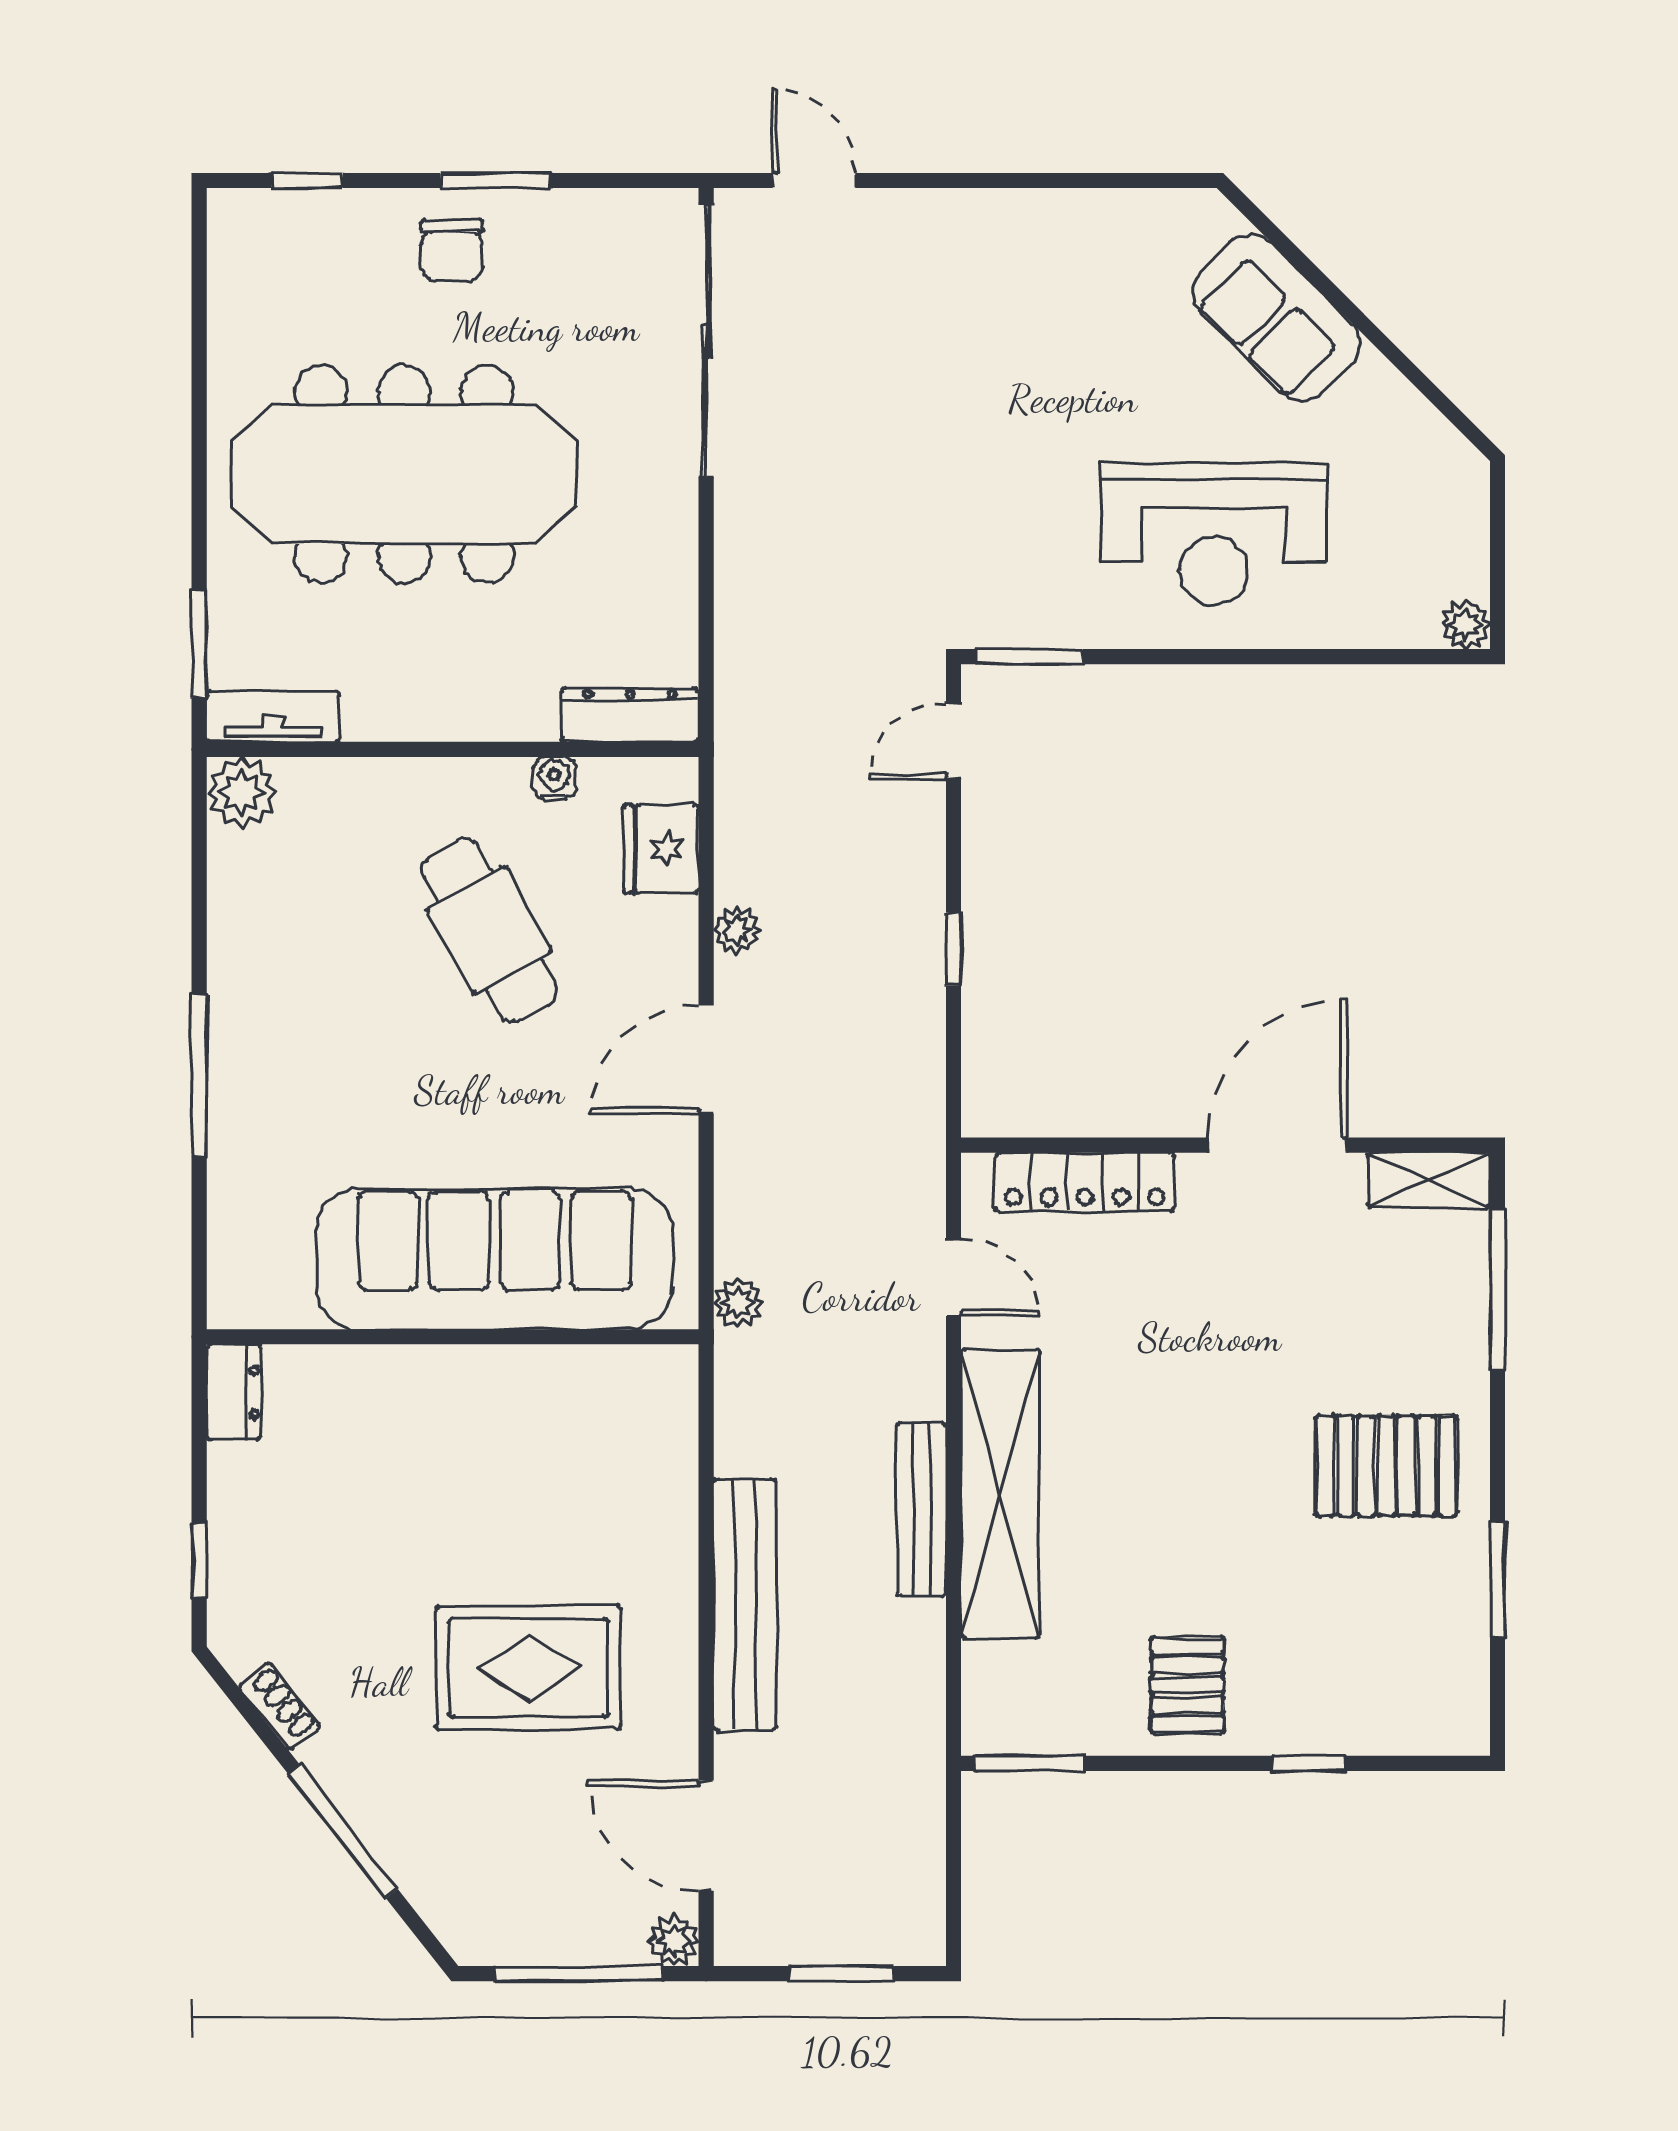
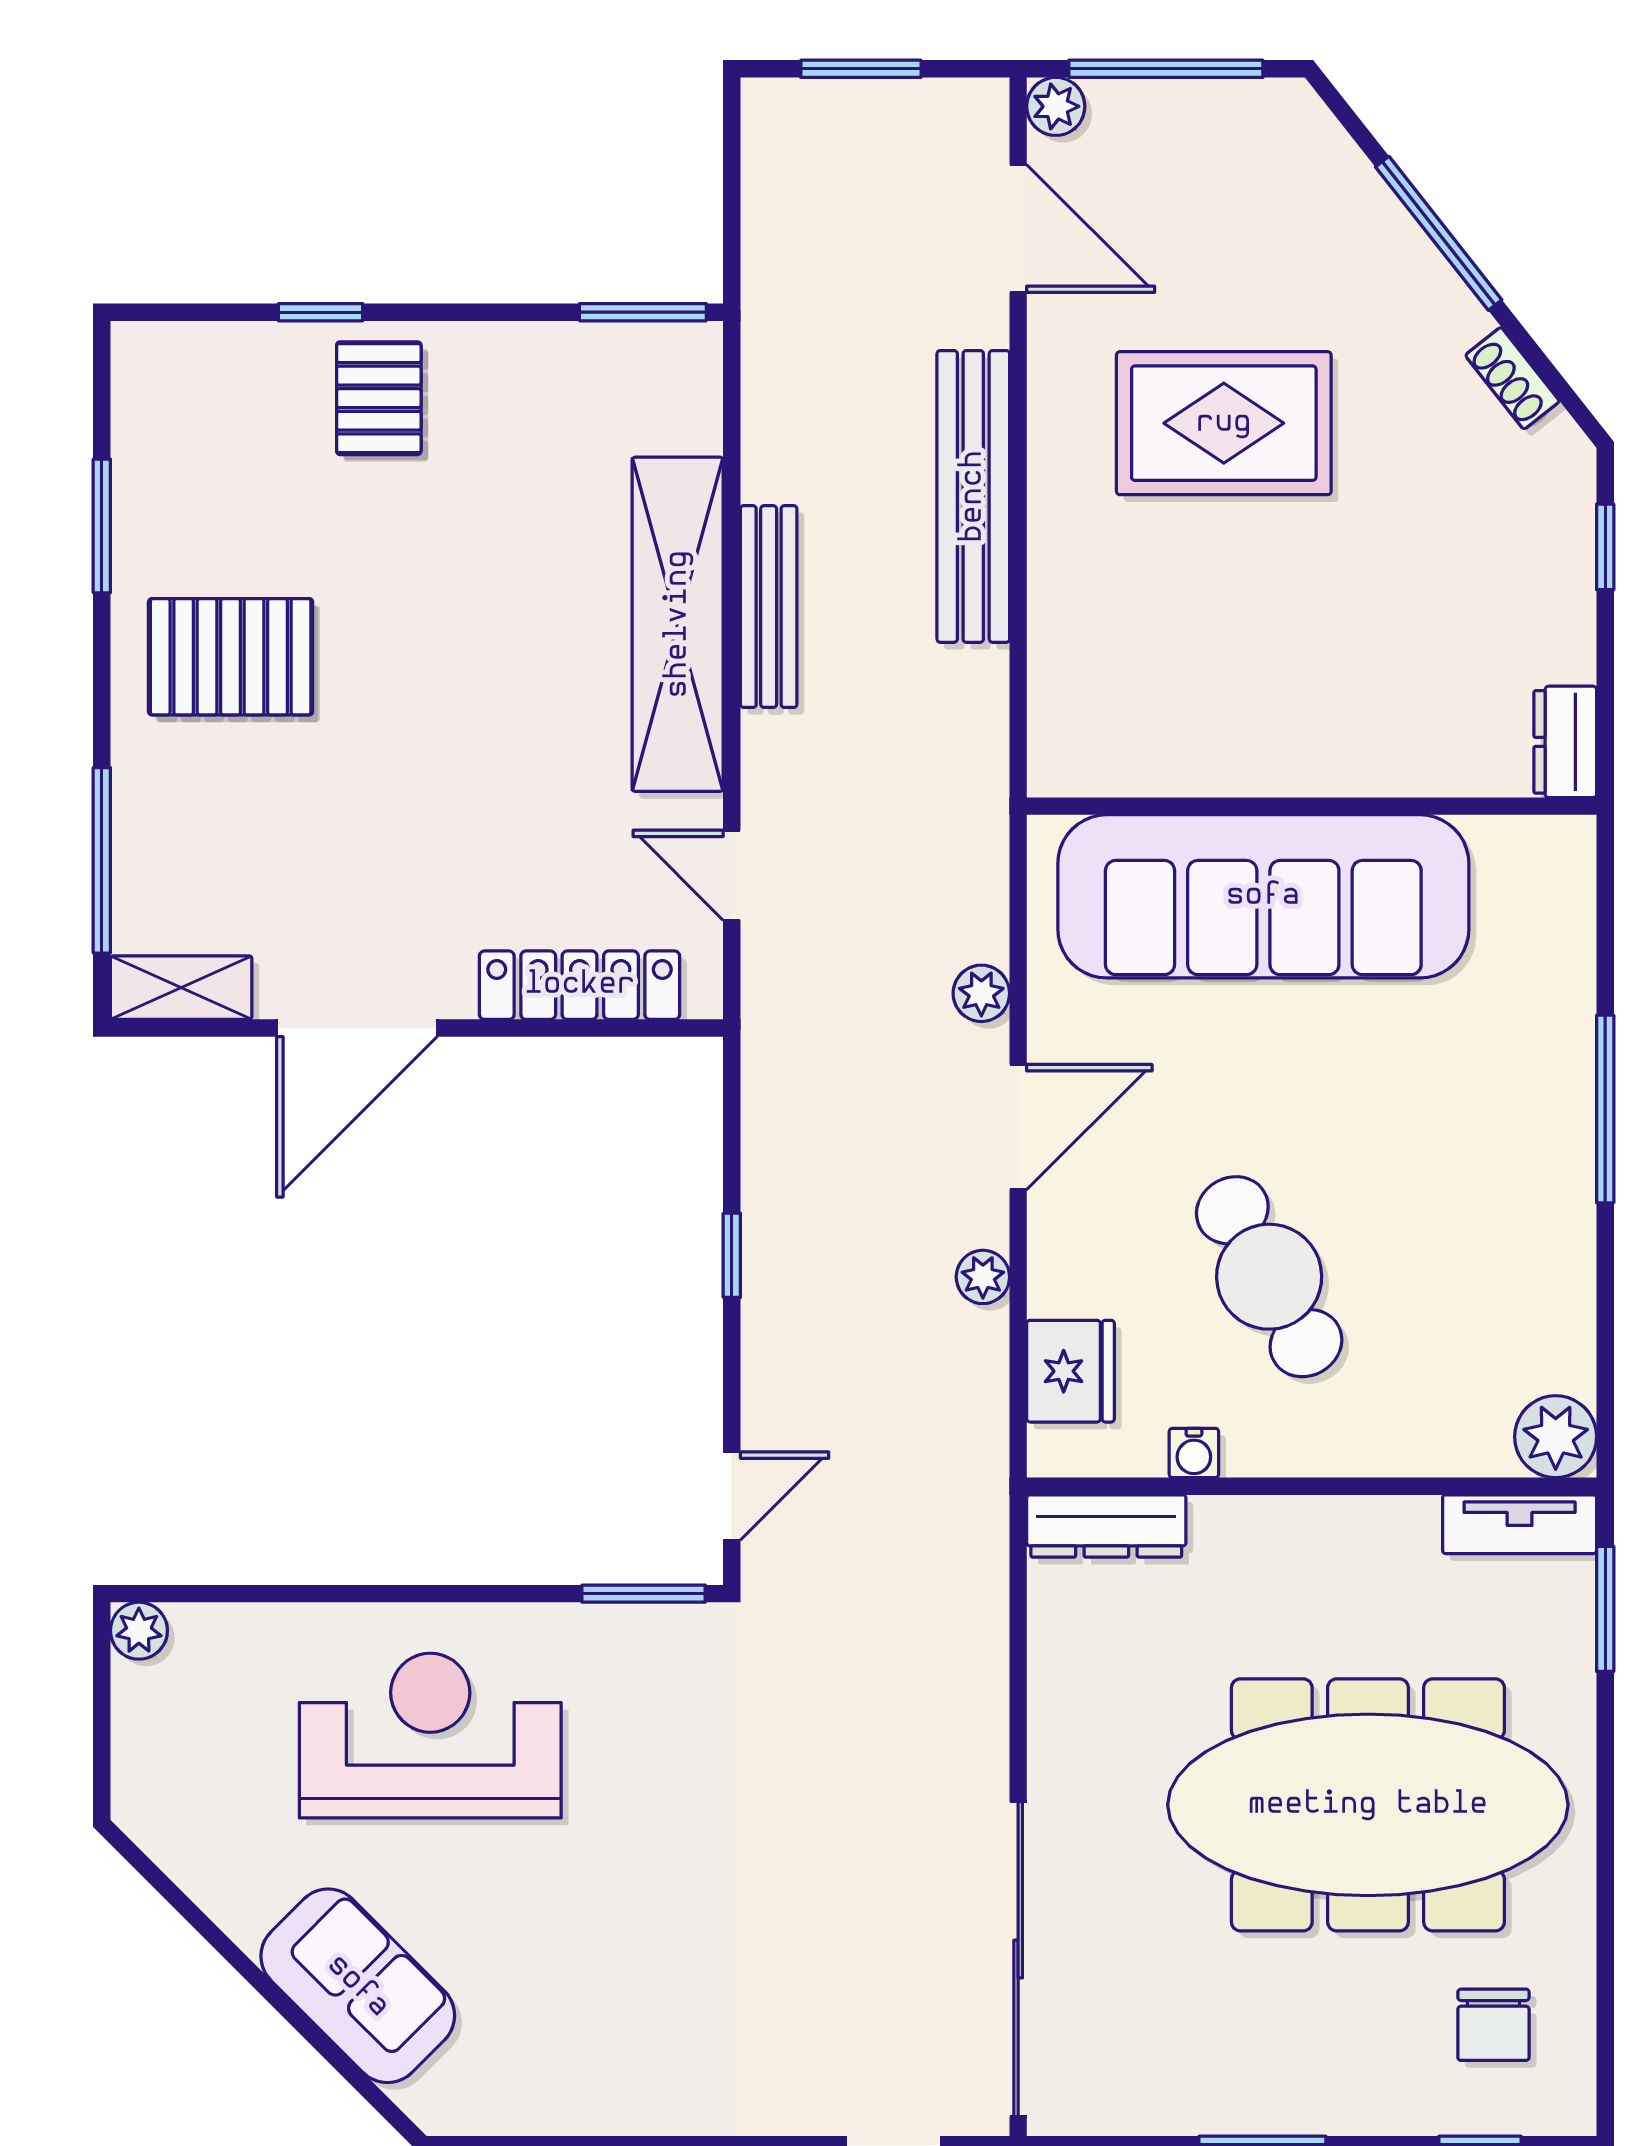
chair: (452, 250) -> (1493, 2025), moved, turned 180
plant: (738, 1303) -> (981, 993), moved
pallet: (1187, 1685) -> (379, 398), moved

